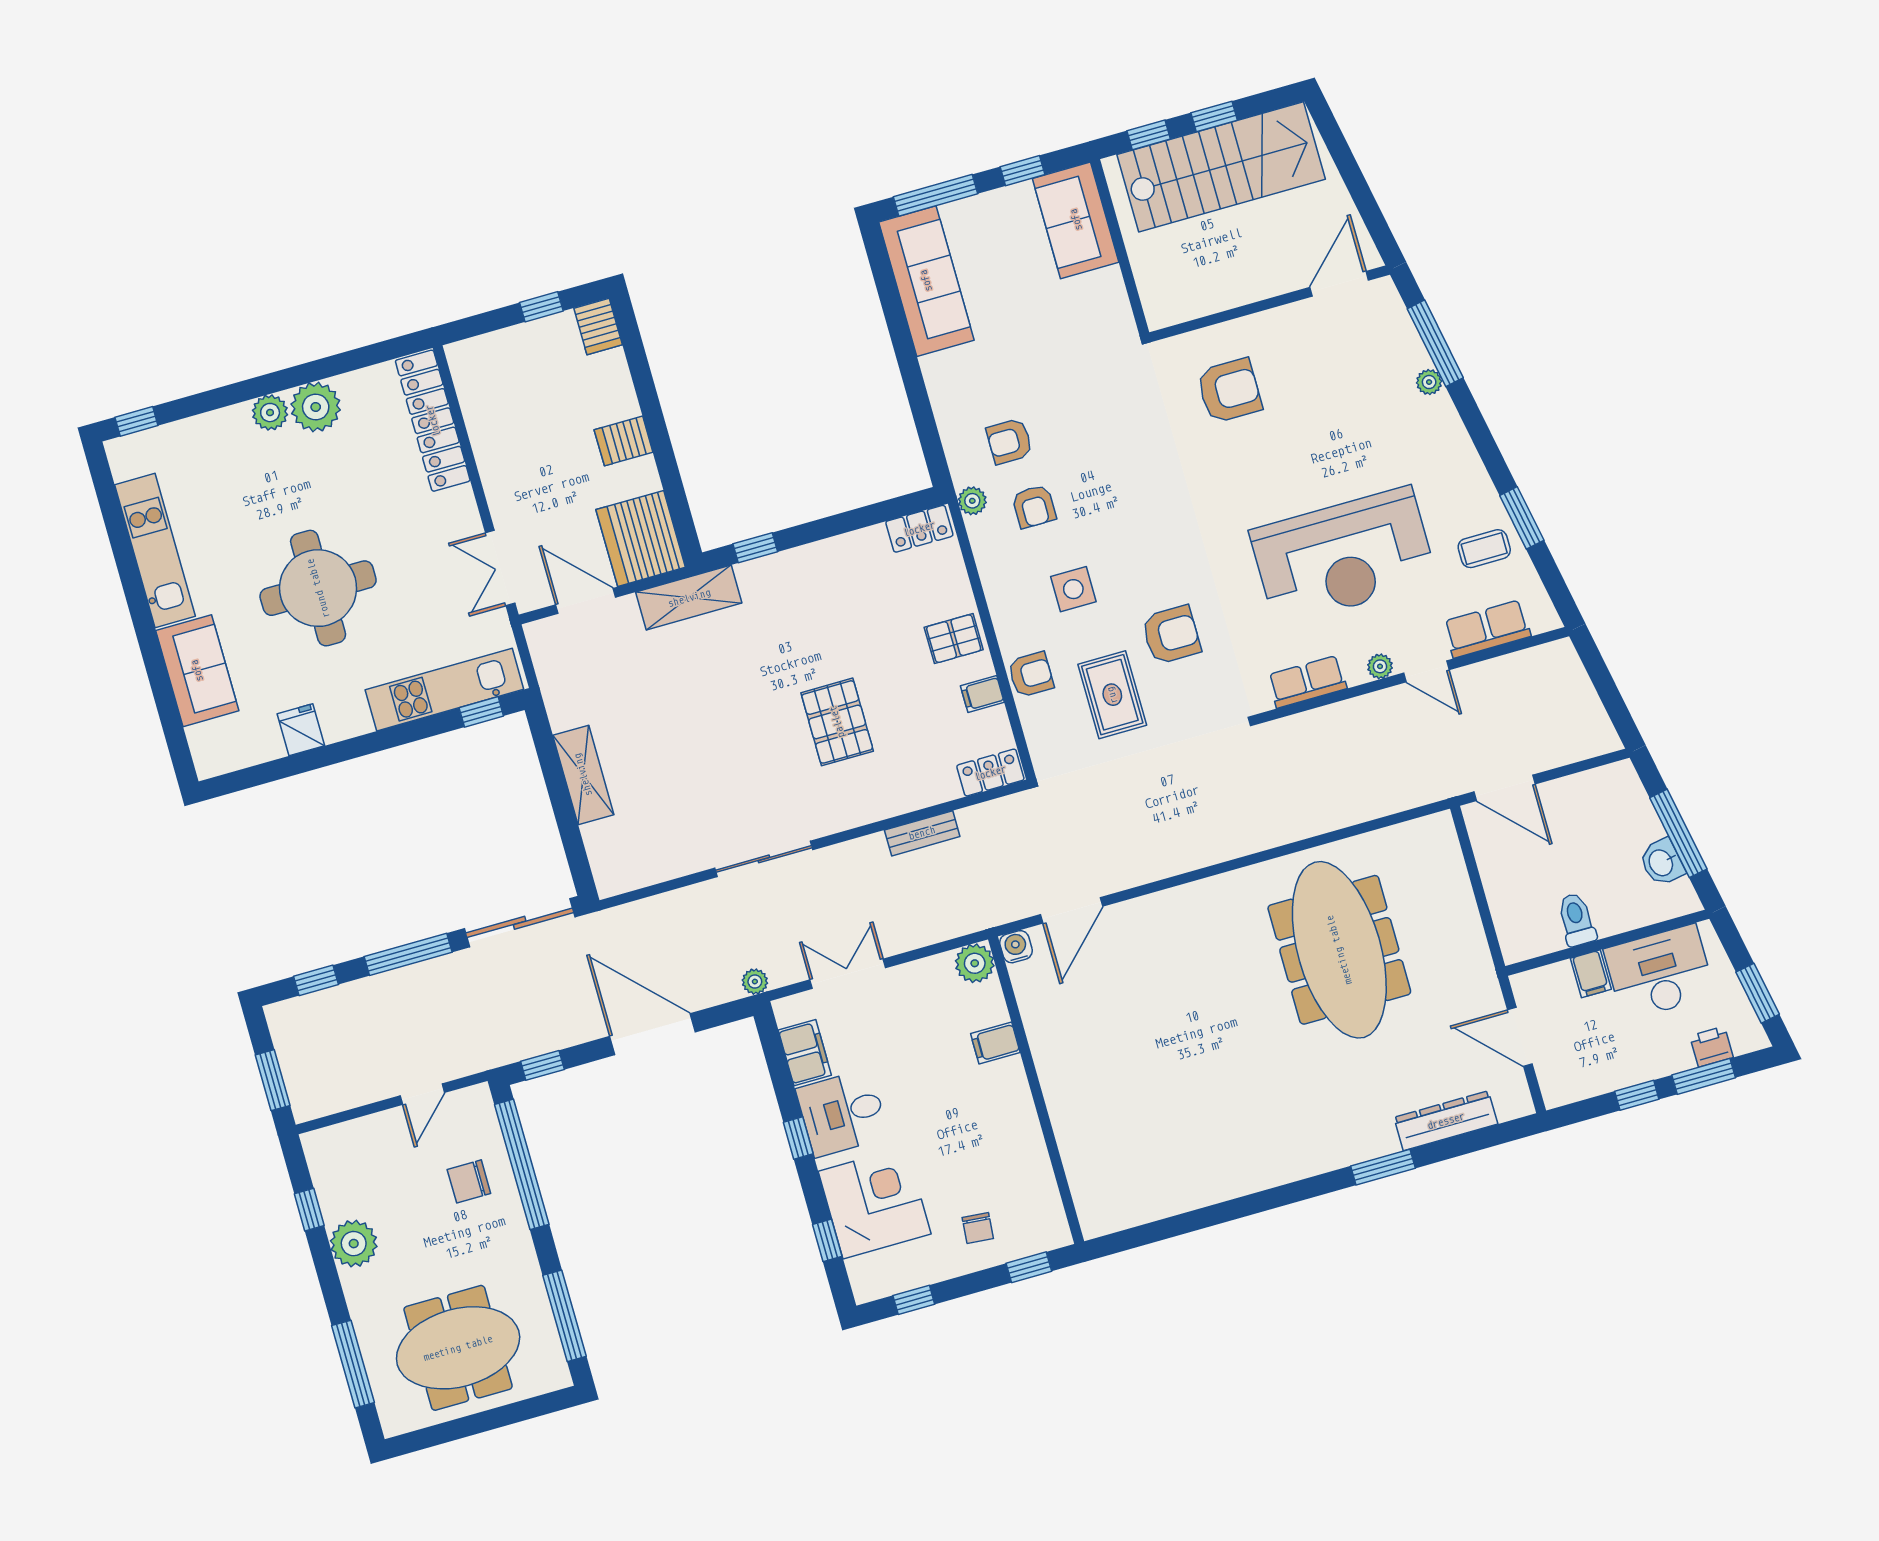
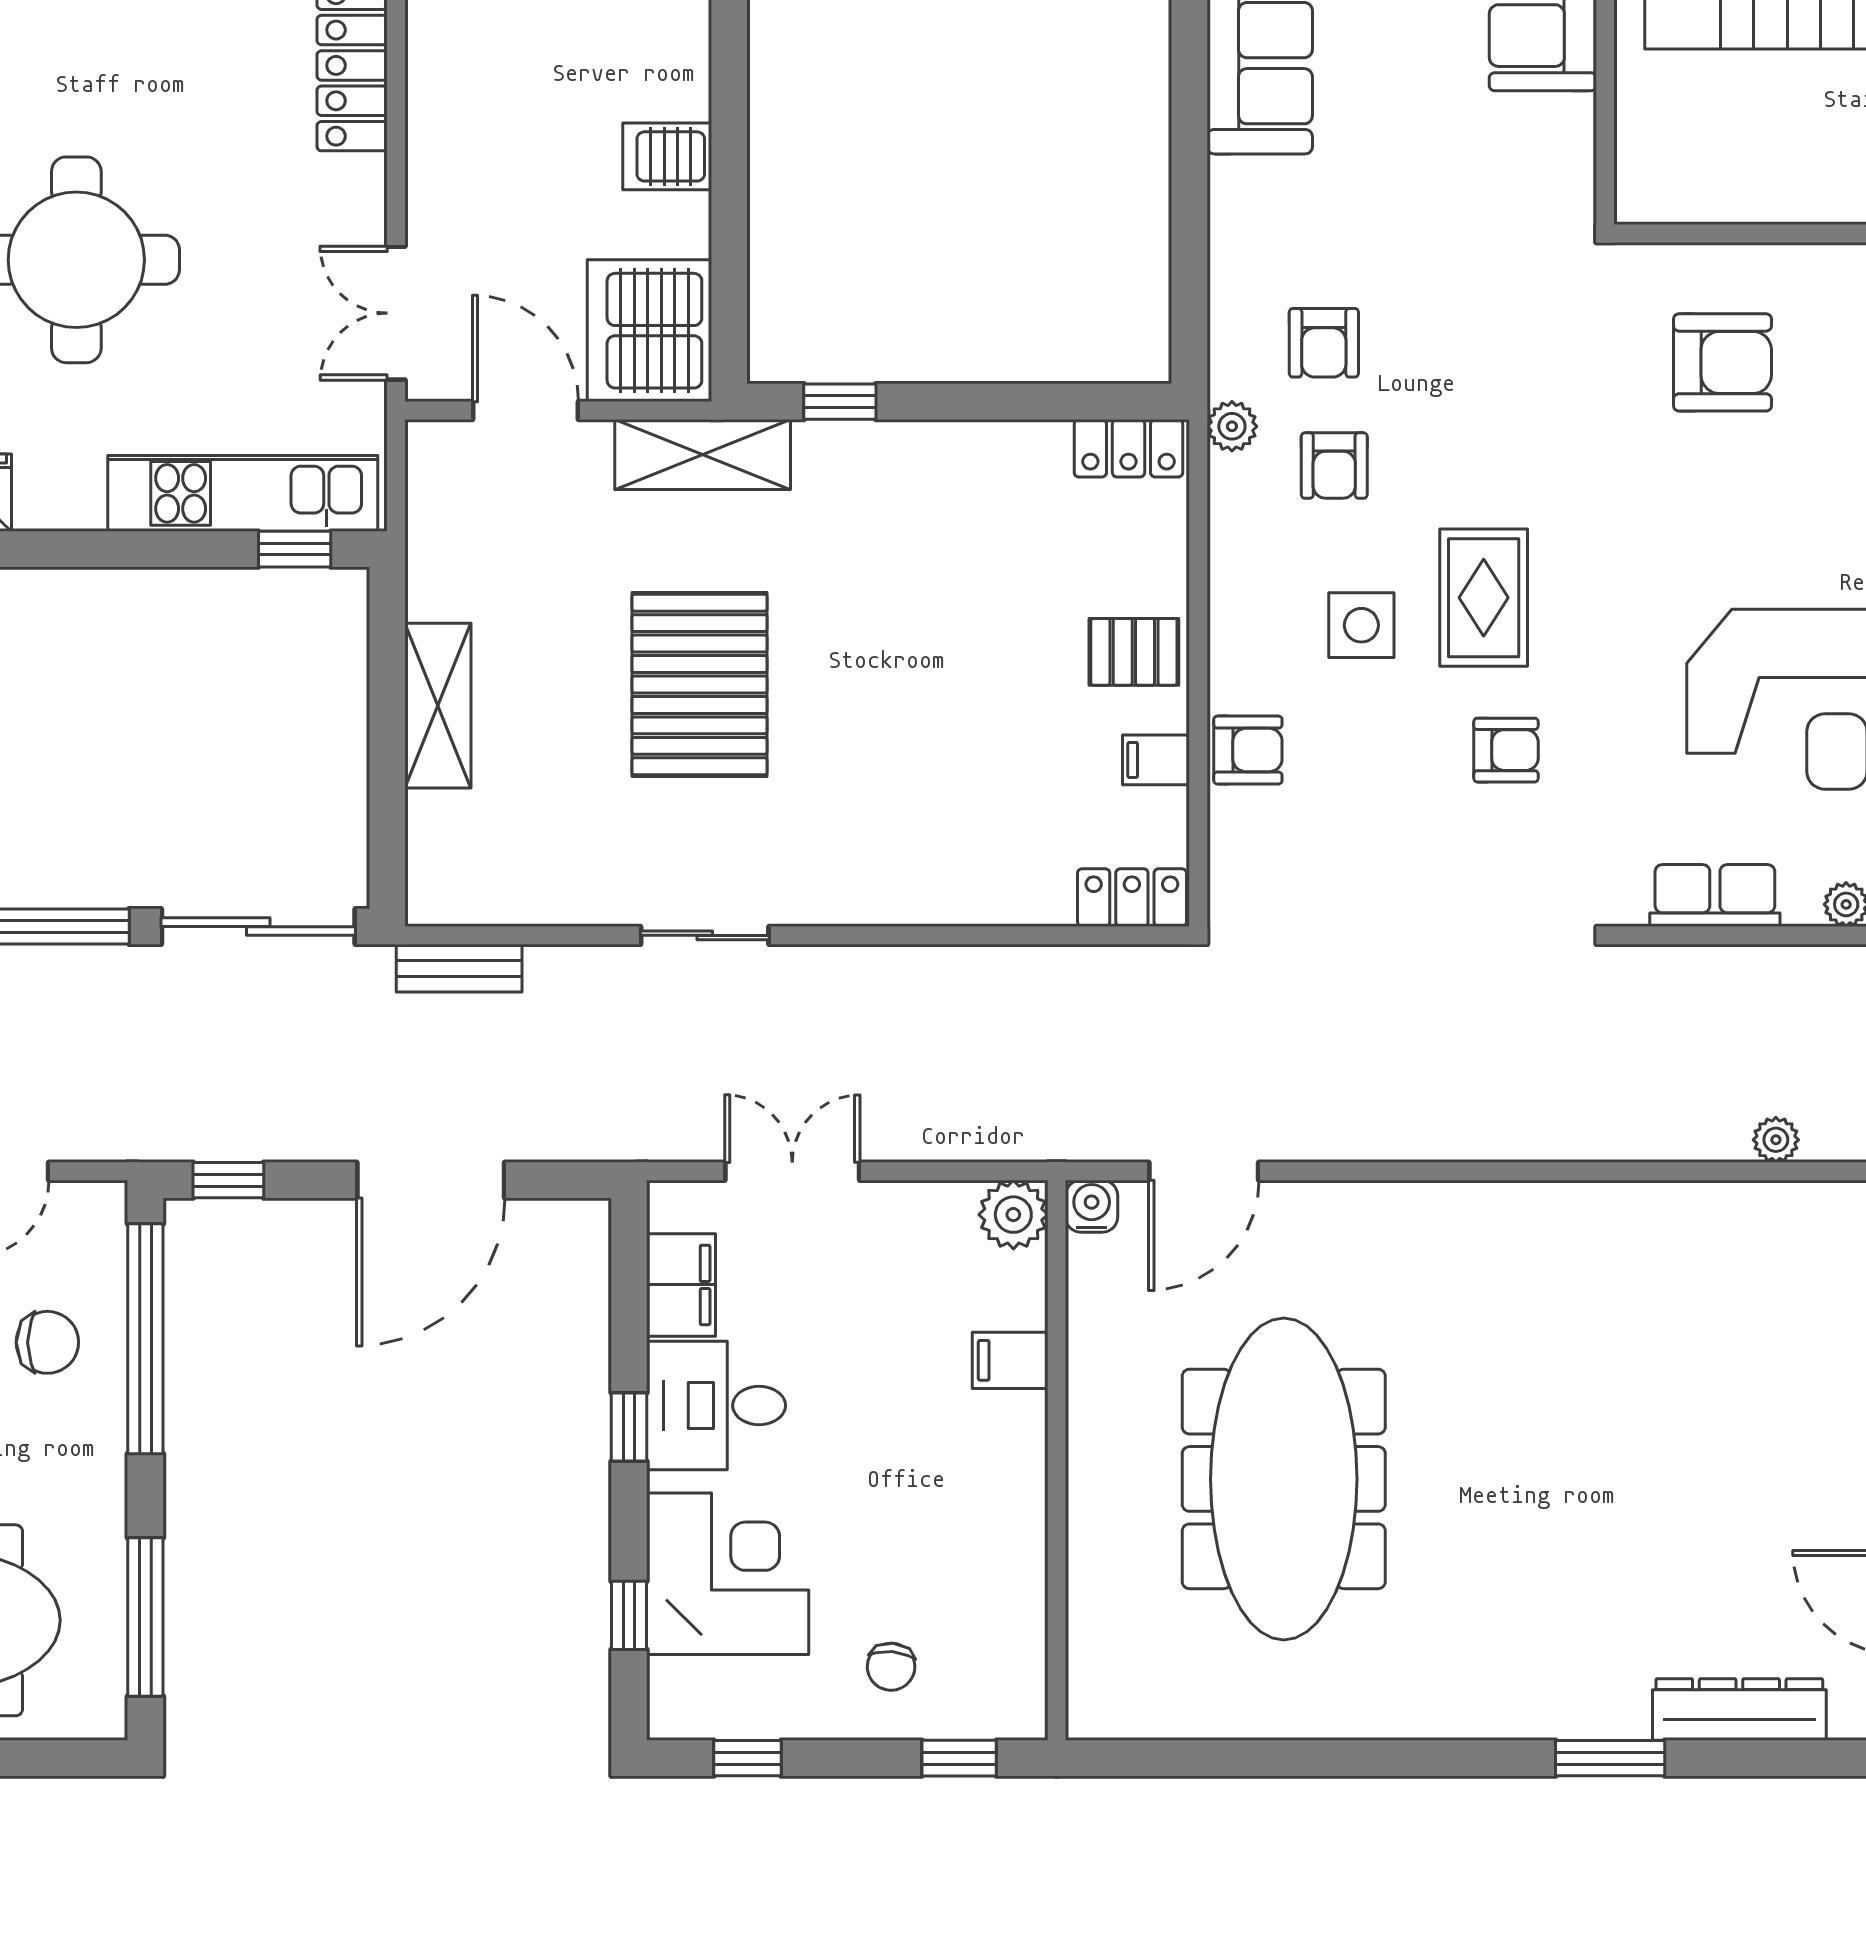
armchair: (1009, 441) -> (1324, 343), turned -90
armchair: (1171, 635) -> (1506, 750), width x0.72, depth x0.72
rug: (1112, 695) -> (1484, 598), moved
pallet: (837, 722) -> (699, 684), moved, width x1.37, depth x1.41
bench: (922, 833) -> (459, 968), moved
sliding door: (764, 859) -> (705, 935), width x0.73
meeting table: (1339, 950) -> (1284, 1479), moved
plant: (755, 982) -> (1776, 1140), moved
door: (653, 1034) -> (431, 1180), swing flipped
chair: (469, 1181) -> (47, 1342), turned 180

